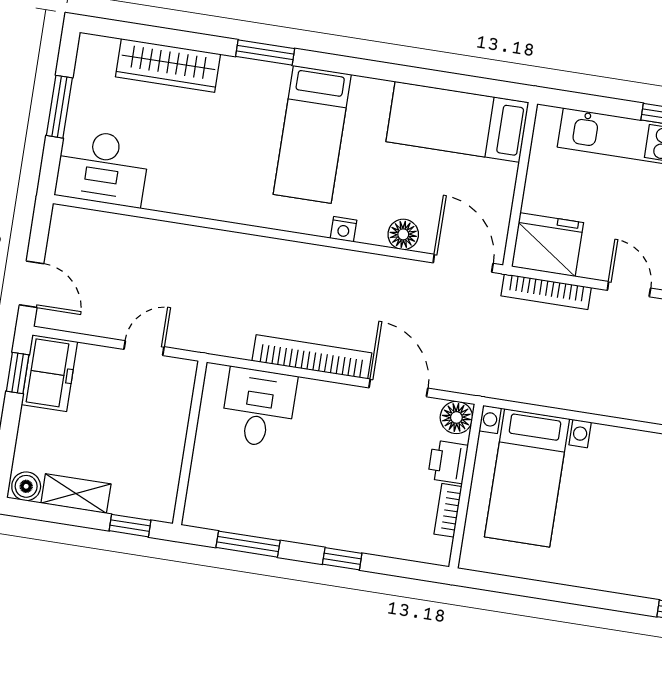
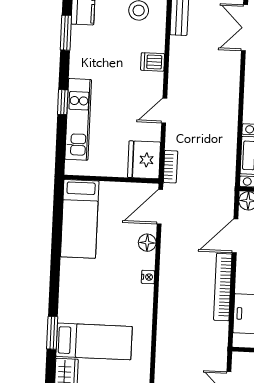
bed: (312, 134) -> (94, 341), moved
bookcase: (546, 292) -> (170, 167), width x0.64

